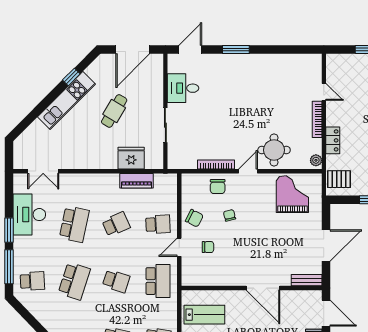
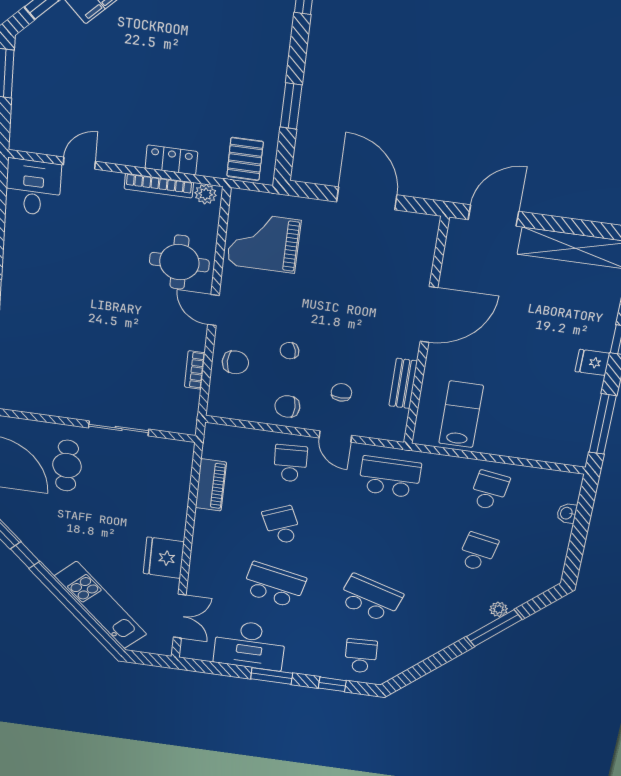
desk: (183, 88) -> (33, 187), moved, turned 180
kitchen unit: (66, 100) -> (101, 605), moved
cafe table: (114, 111) -> (67, 466), moved, turned 59
bookcase: (317, 119) -> (159, 186), moved
fridge: (131, 158) -> (164, 558), moved
bookcase: (216, 164) -> (195, 370), width x0.64
chair: (194, 218) -> (287, 406), turned -117
window: (9, 267) -> (332, 684), width x0.46
bench: (307, 280) -> (403, 383), moved
school desk: (116, 281) -> (380, 539), removed

